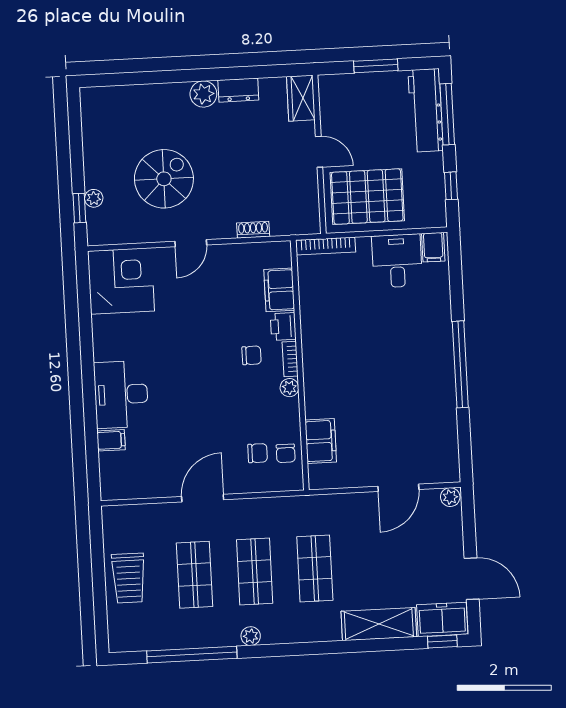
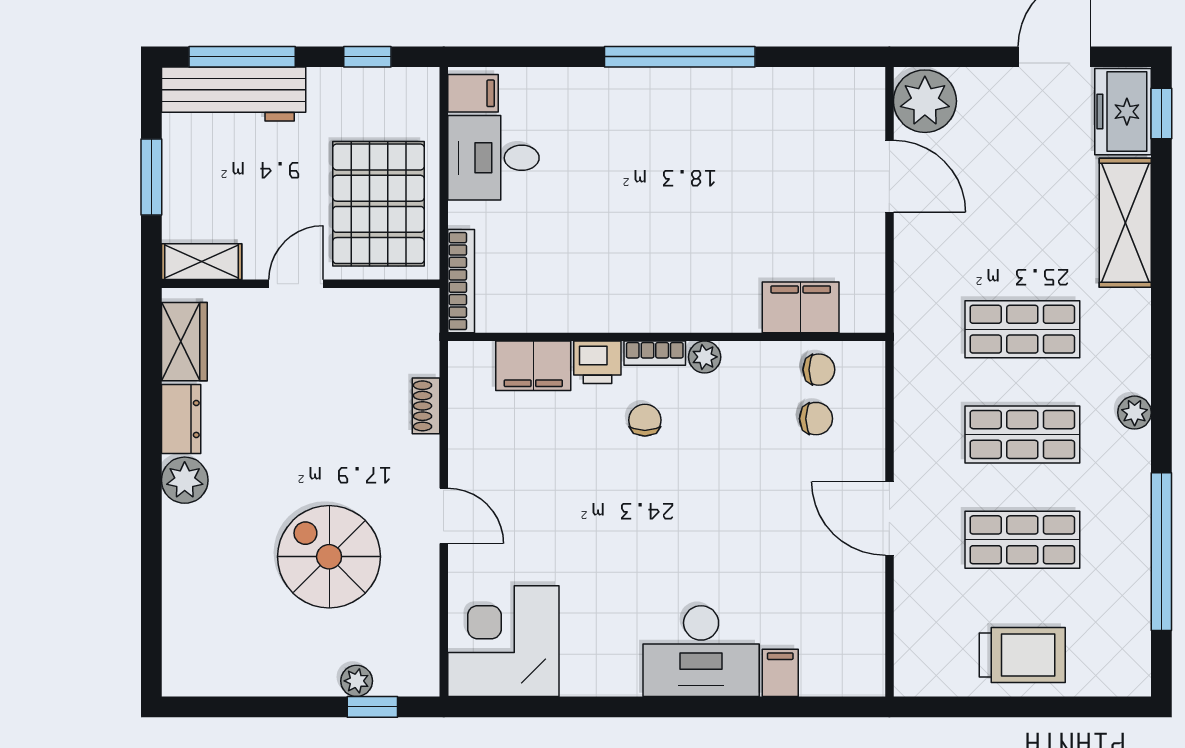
shelving: (329, 97) -> (202, 262), added
wardrobe: (301, 98) -> (184, 342), moved, turned -90
chair: (258, 453) -> (816, 419), turned 90
plant: (450, 497) -> (925, 101), width x1.88, depth x1.88
plant: (251, 636) -> (1135, 413), moved

